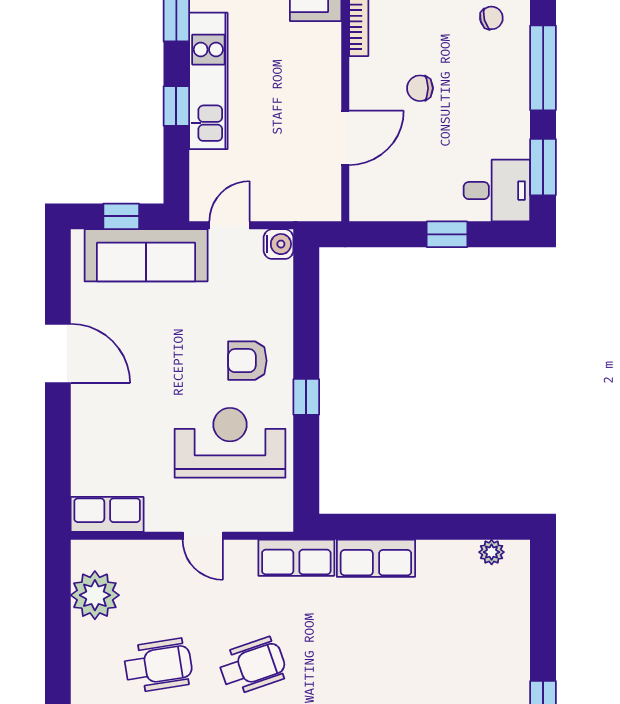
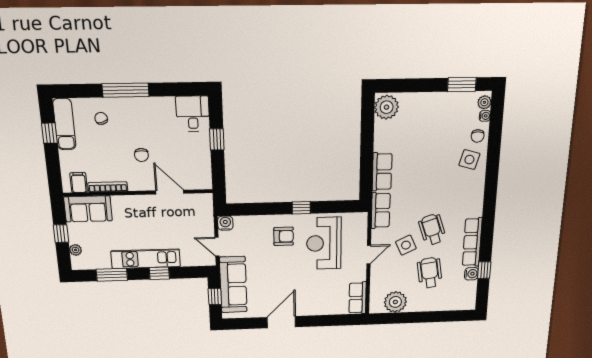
window: (543, 167) -> (179, 89), removed
armchair: (247, 361) -> (284, 236), turned -90
plant: (492, 552) -> (387, 107), width x1.88, depth x1.88
side table: (221, 613) -> (406, 245), added

